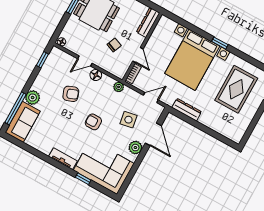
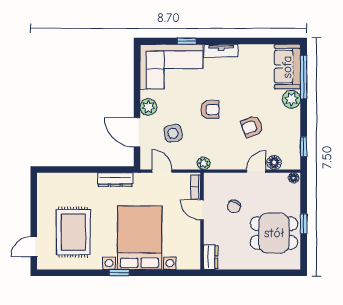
dresser: (148, 22) -> (211, 257), width x0.70
floor lamp: (96, 75) -> (274, 162), moved
door: (151, 98) -> (162, 171), swing flipped

